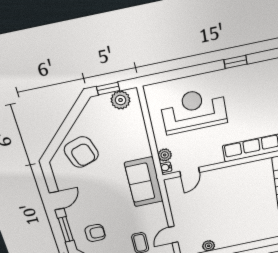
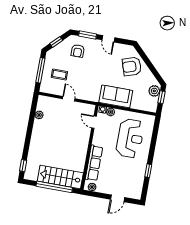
plant: (121, 100) -> (154, 91), moved
sofa: (144, 182) -> (116, 96), moved
door: (173, 235) -> (69, 99), moved

